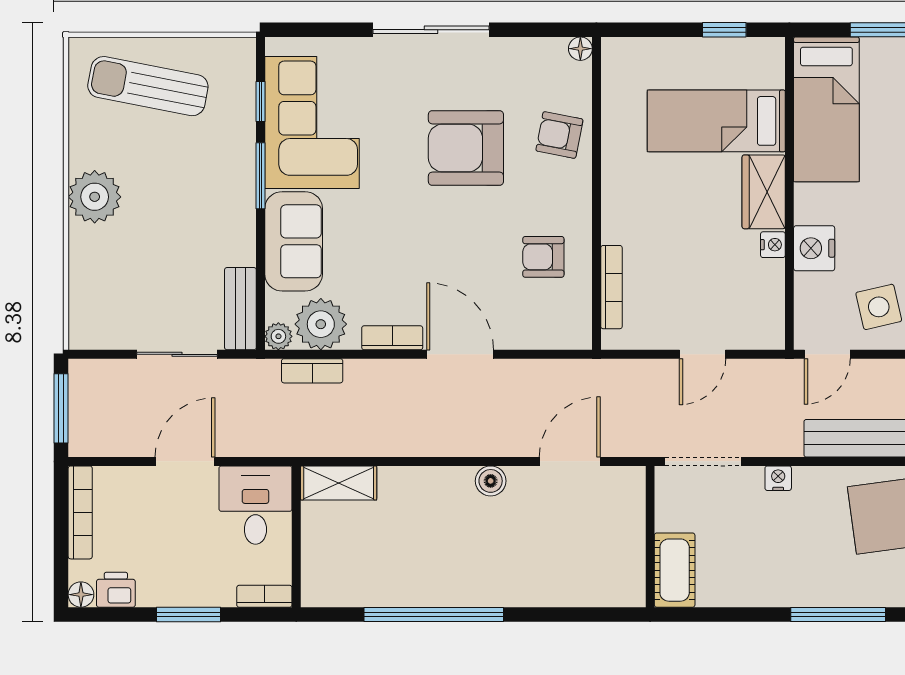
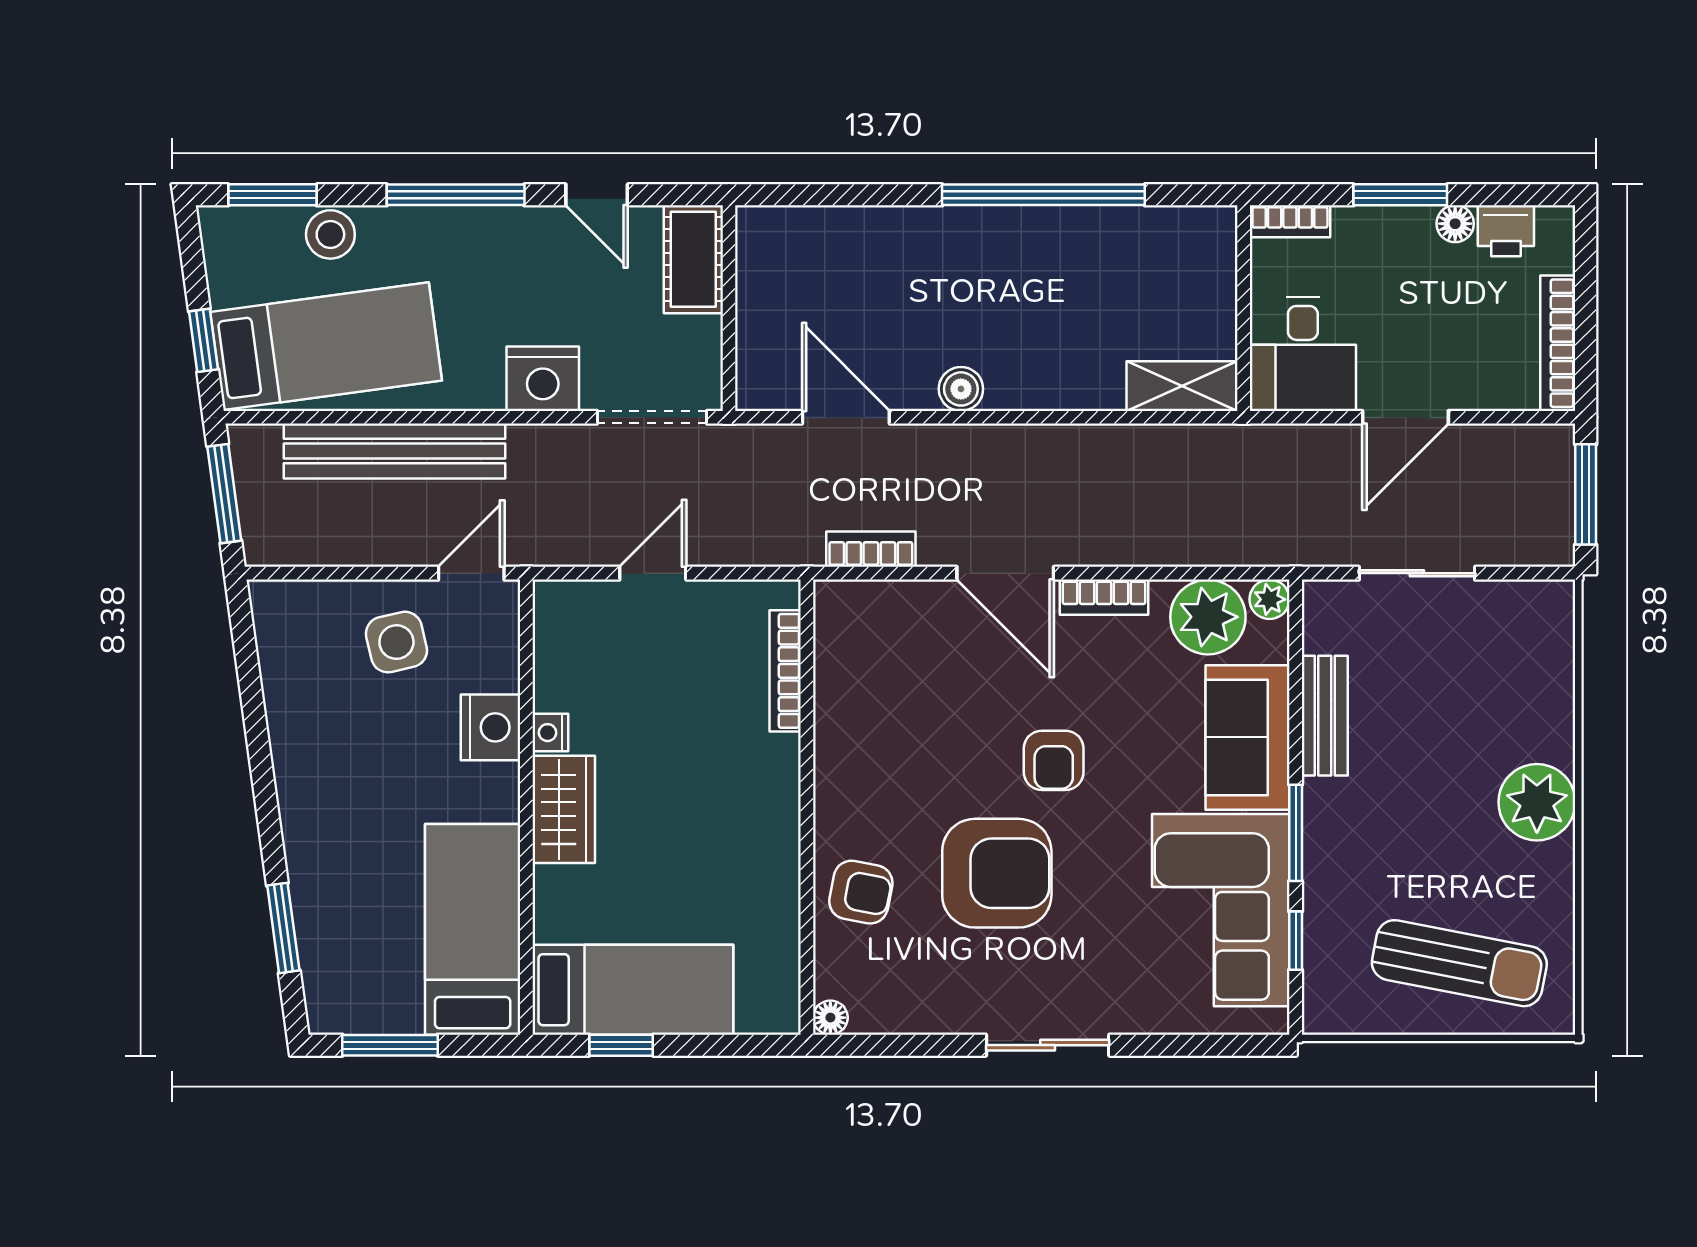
sliding door: (431, 30) -> (1048, 1045), width x0.73
bed: (716, 121) -> (633, 990), moved
armchair: (543, 257) -> (1054, 760), moved, turned 90
bench: (240, 309) -> (1325, 716), moved
bookcase: (312, 371) -> (871, 549), moved
door: (570, 461) -> (846, 417), swing flipped
nightstand: (778, 478) -> (543, 379), width x1.89, depth x1.79
floor lamp: (81, 595) -> (1455, 224), moved
door: (741, 614) -> (597, 195), added

